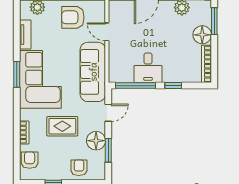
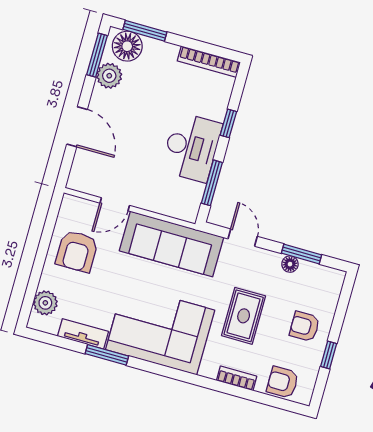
floor lamp: (202, 35) -> (127, 46), moved
desk: (148, 68) -> (192, 147), width x1.37
window: (17, 74) -> (107, 355), moved
window: (136, 86) -> (212, 183), width x0.69
floor lamp: (96, 141) -> (290, 264), width x0.53, depth x0.53
armchair: (79, 168) -> (305, 326), moved

